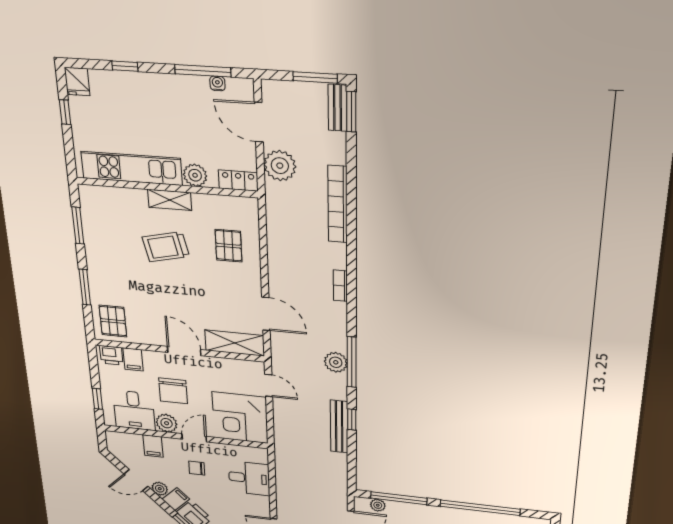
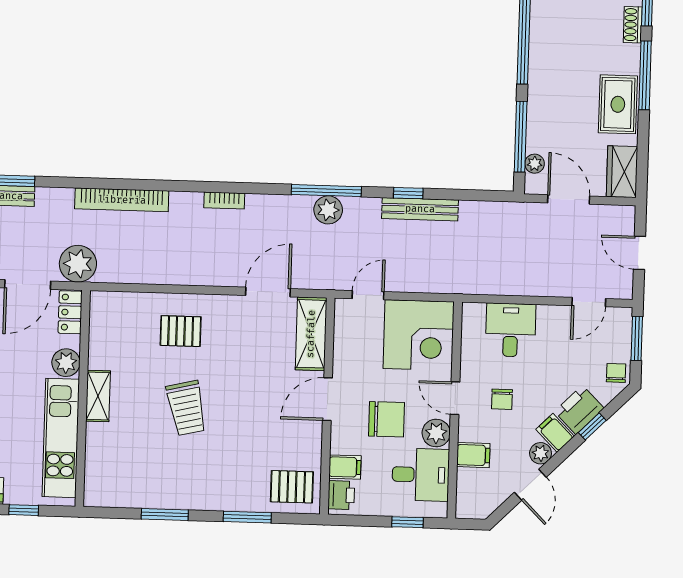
kitchen unit: (131, 168) -> (61, 438), moved
plant: (195, 175) -> (66, 363), moved
locker: (238, 181) -> (70, 312), moved
wall: (166, 187) -> (83, 398), moved
shelving: (170, 200) -> (98, 396), moved

